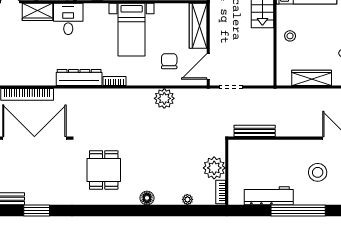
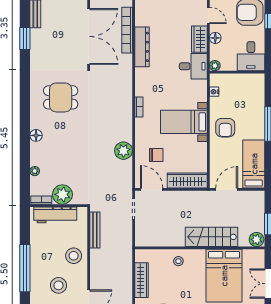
dresser: (79, 77) -> (142, 47), moved
stool: (284, 155) -> (74, 256), added
workbench: (269, 196) -> (55, 215), moved, turned 90

